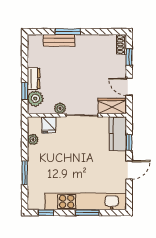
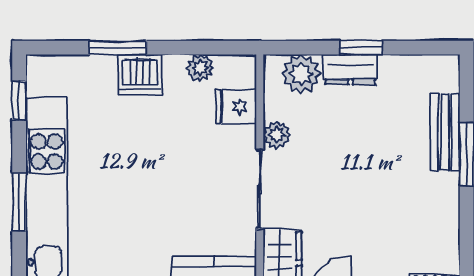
window: (25, 91) -> (361, 48), moved
dishwasher: (36, 164) -> (140, 75), added

